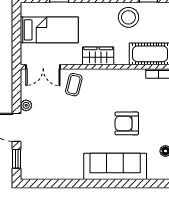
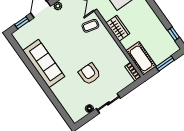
stool: (128, 17) -> (154, 30), removed
sofa: (115, 166) -> (44, 63), moved

